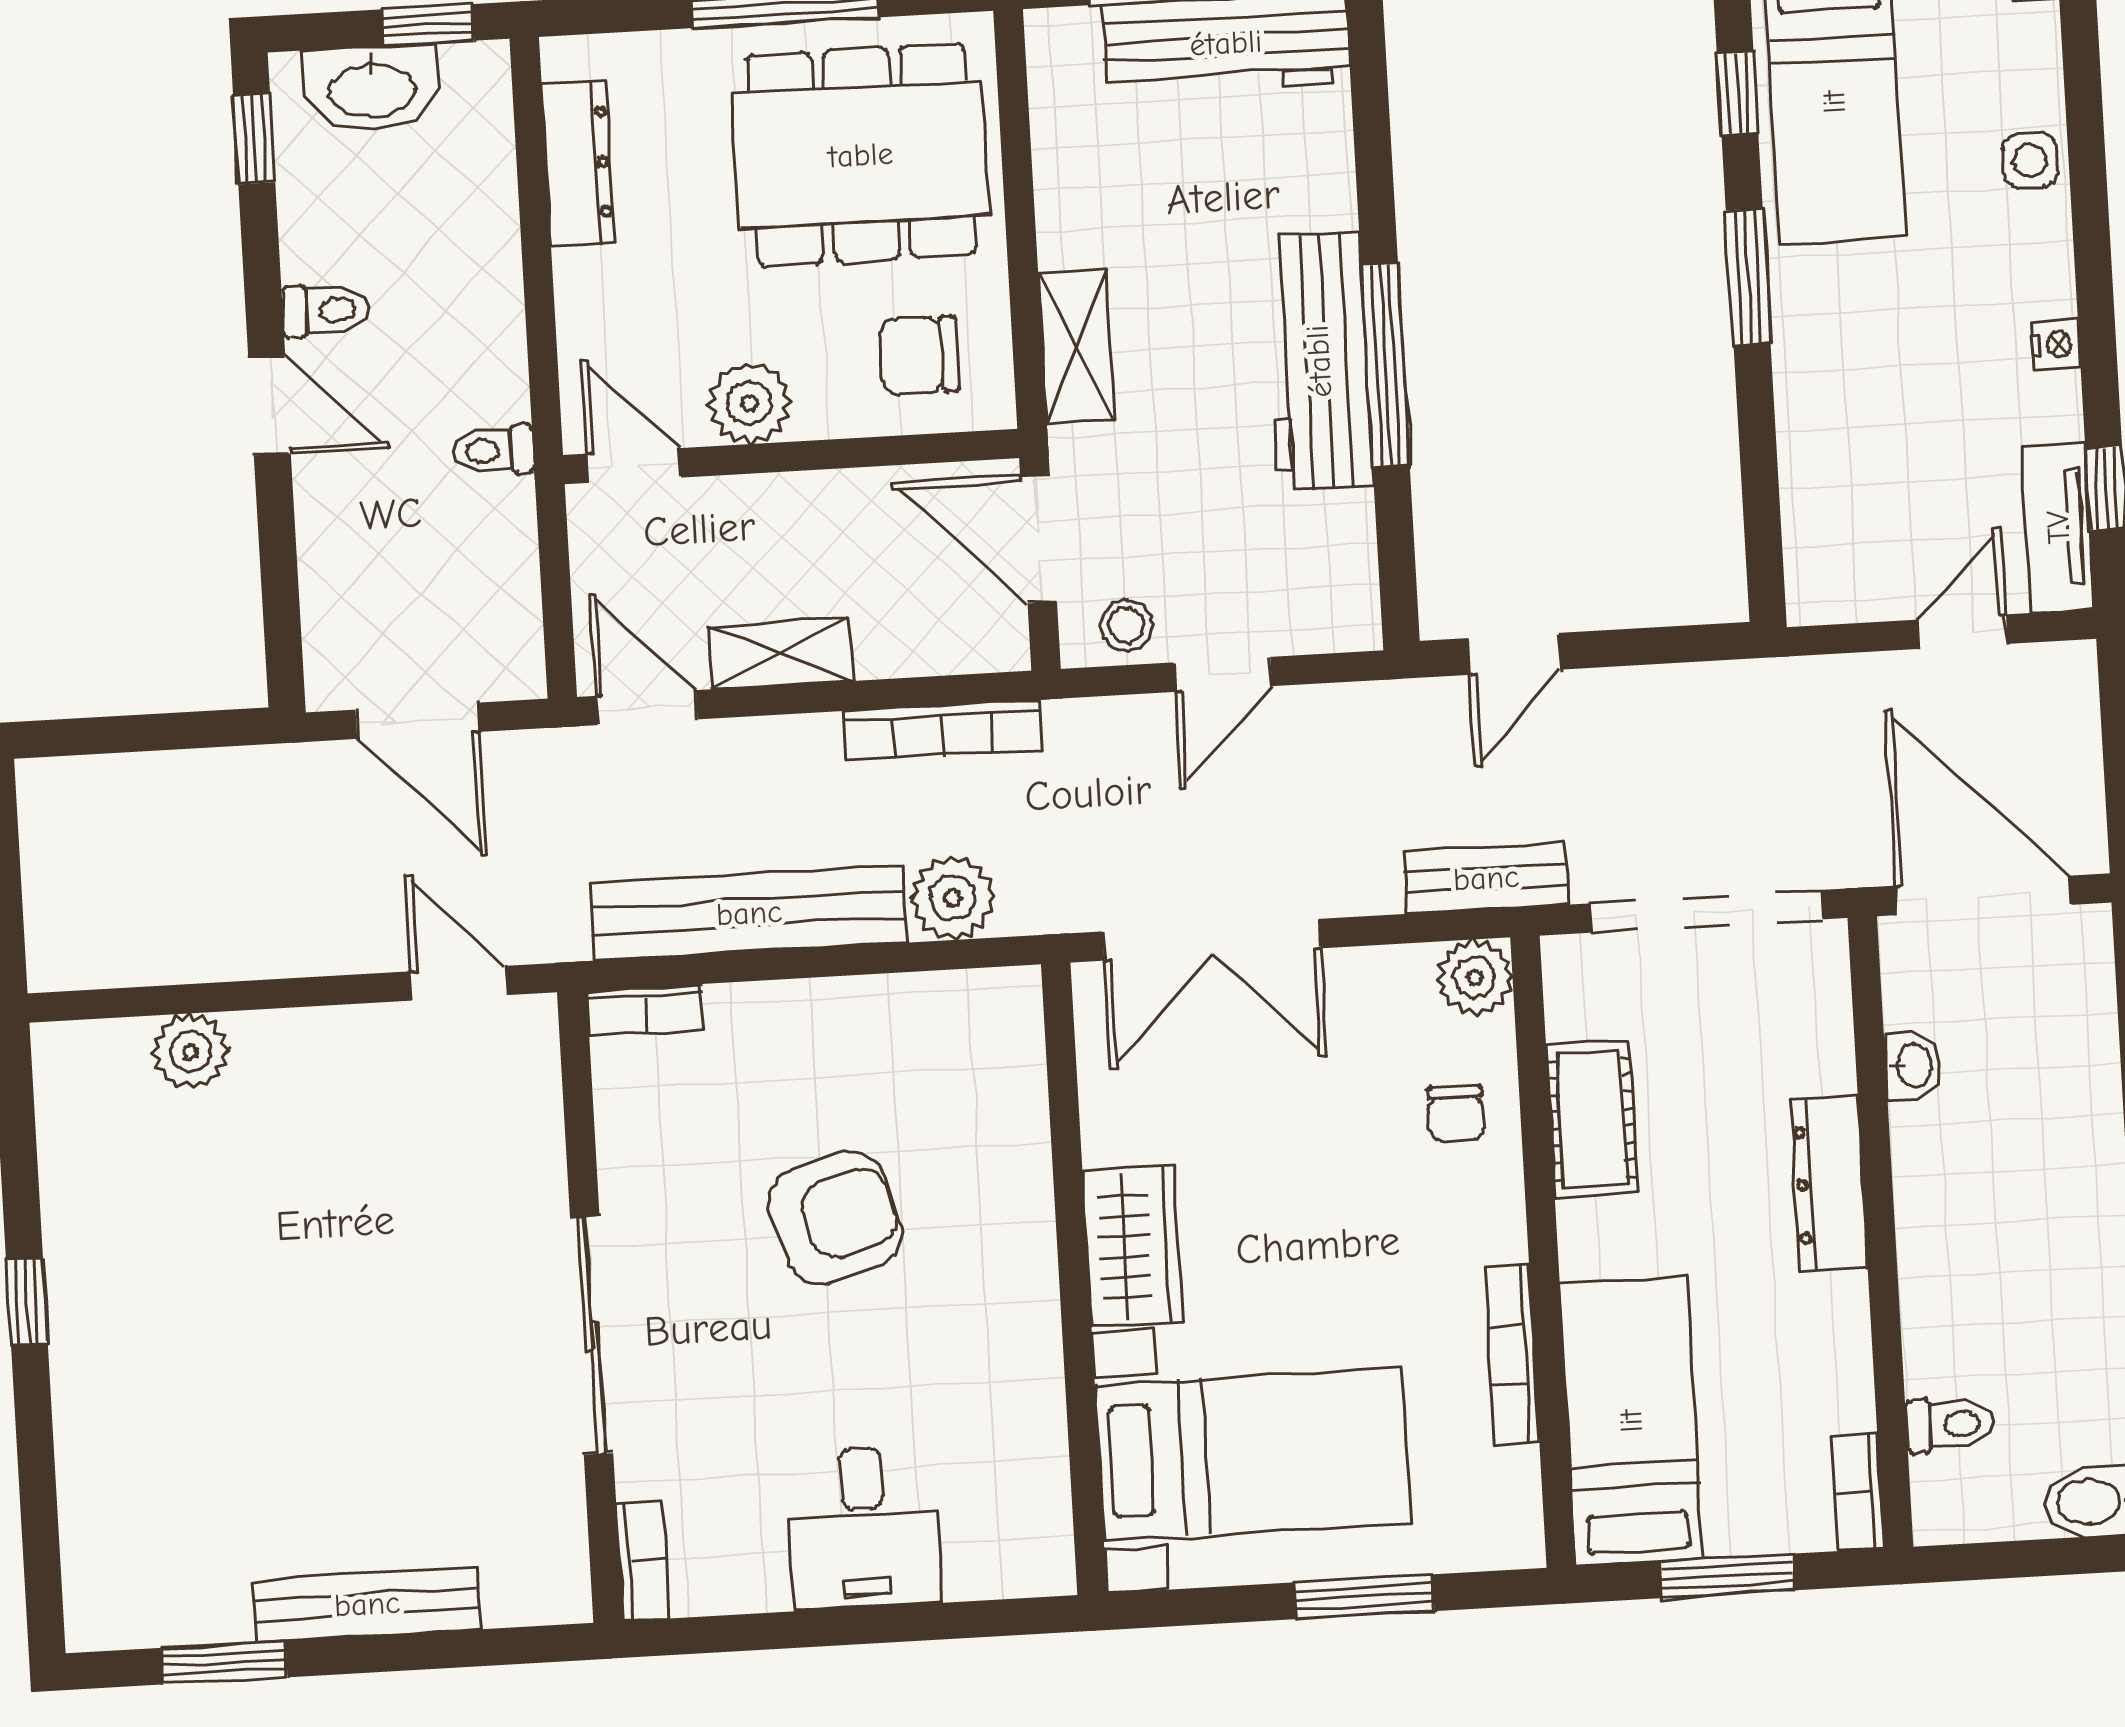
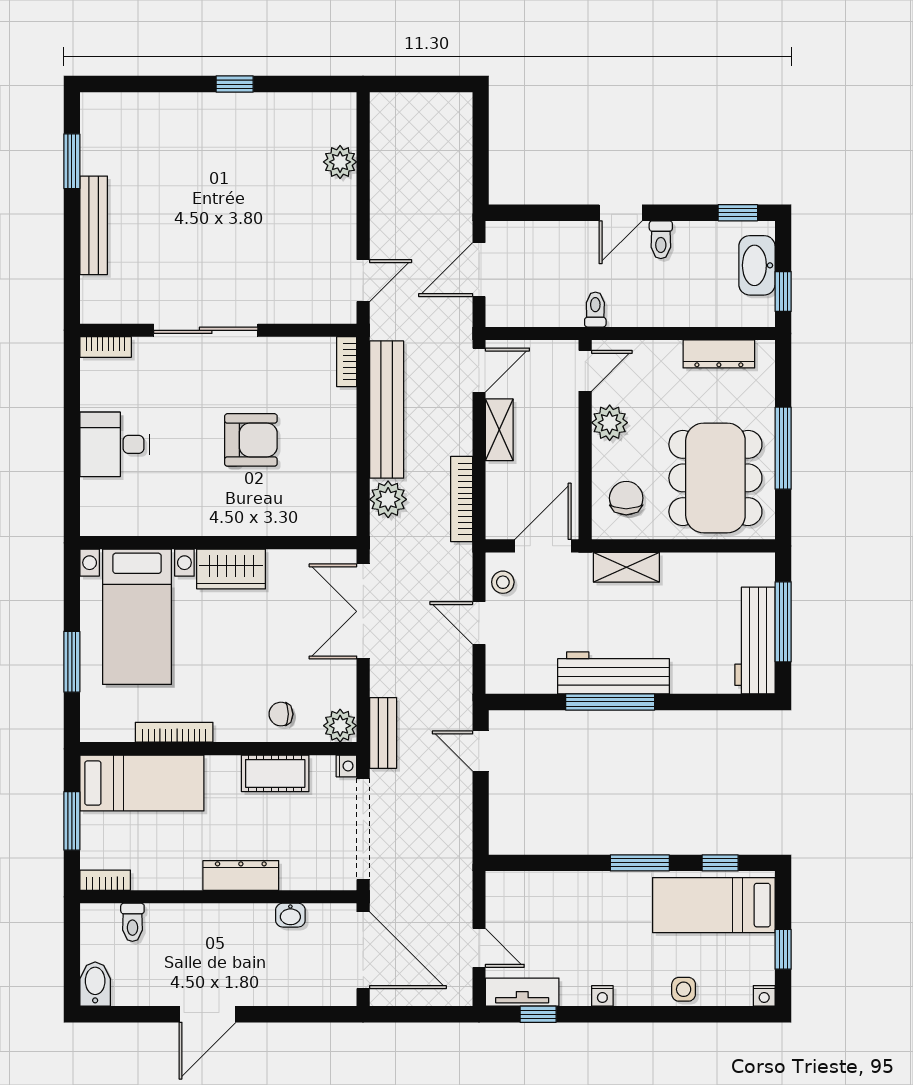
door: (1983, 895) -> (363, 950), hinge flipped
nightstand: (1566, 958) -> (346, 766), added
armchair: (836, 1218) -> (251, 440), turned -74

